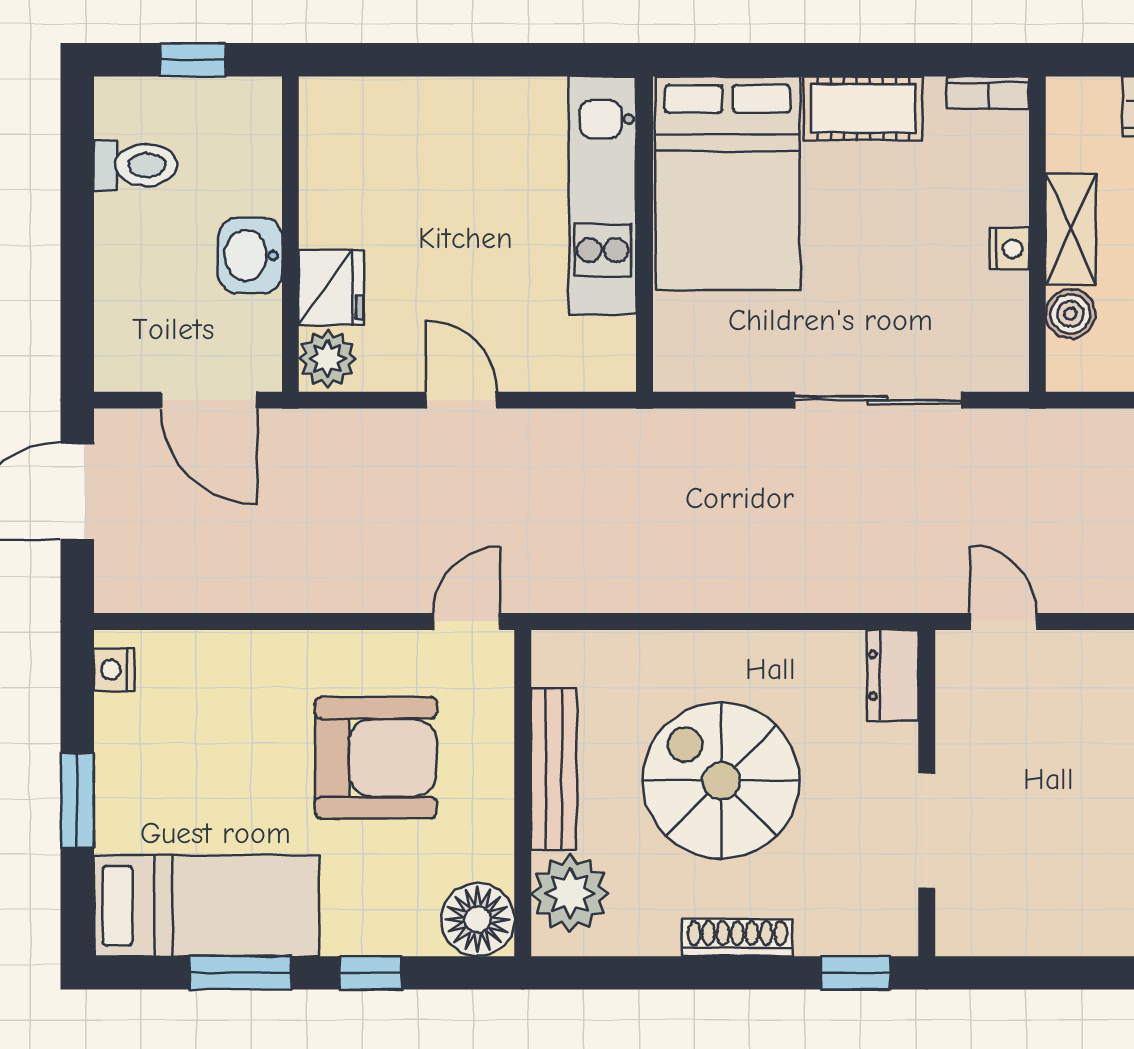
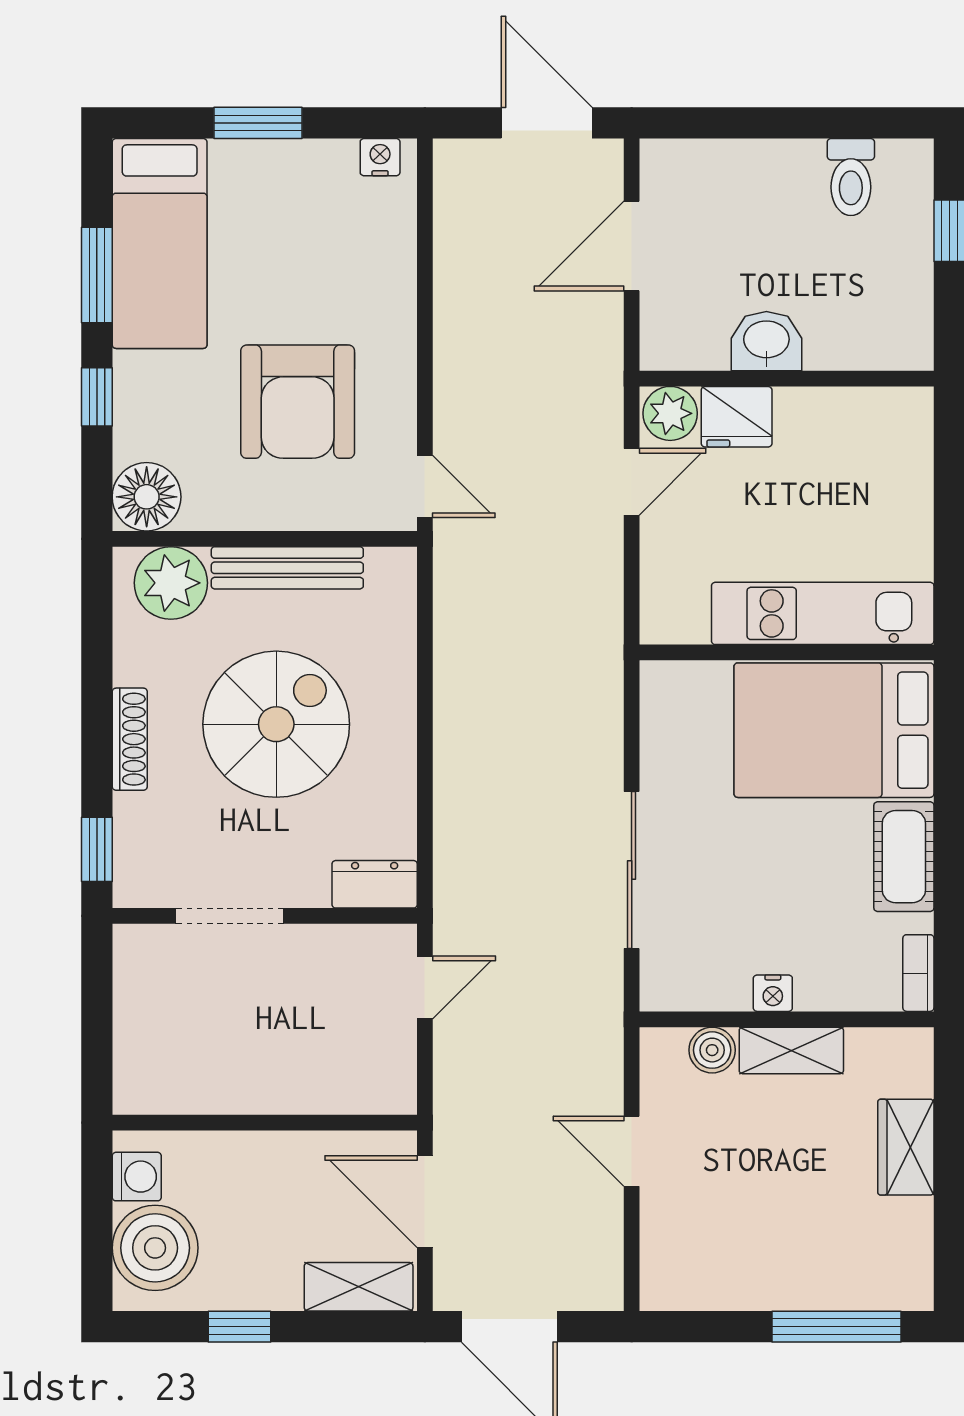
wall: (290, 234) -> (787, 379), moved
washbasin: (250, 256) -> (766, 341), moved
fridge: (331, 288) -> (737, 417), moved
plant: (328, 359) -> (670, 413), moved

